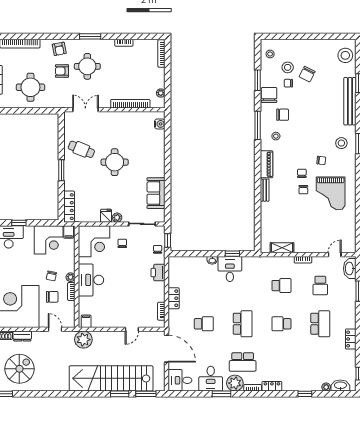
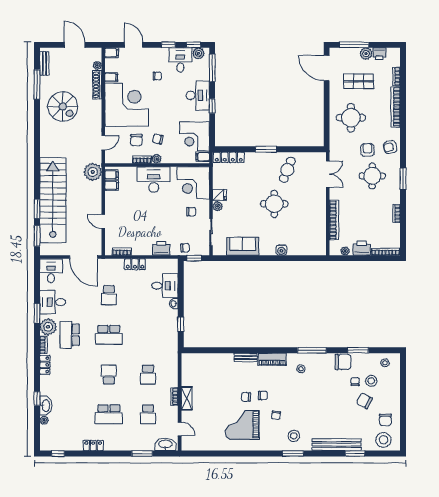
printer: (158, 77) -> (362, 248), added
chair: (283, 115) -> (385, 420), moved
water cooler: (160, 124) -> (281, 250), moved
shelving: (282, 248) -> (187, 398), moved
desk: (230, 269) -> (165, 286), moved
school desk: (320, 286) -> (148, 414), turned -90
filing cabinet: (97, 321) -> (112, 186), added
dresser: (22, 336) -> (96, 109), removed
door: (167, 349) -> (83, 257), hinge flipped
washbasin: (340, 386) -> (46, 406), moved

